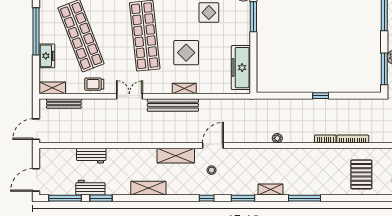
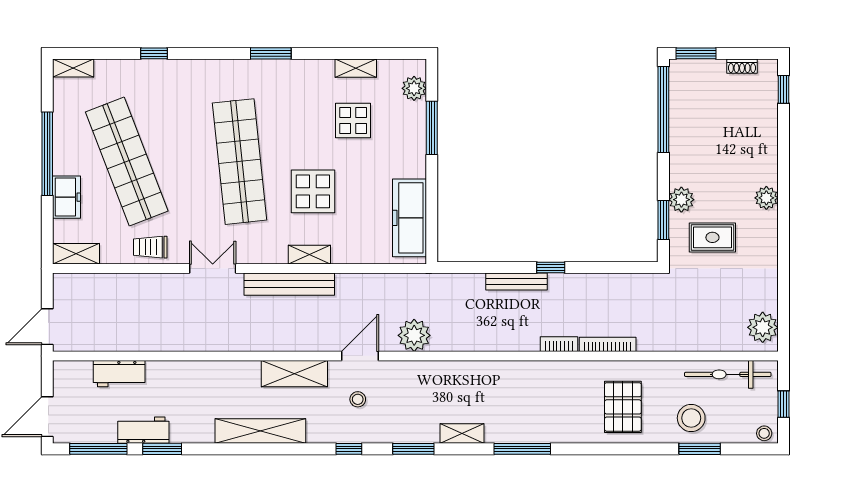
window: (384, 69) -> (663, 220), width x0.69
bench: (64, 104) -> (517, 282), moved
plant: (277, 138) -> (414, 335), moved, width x1.88, depth x1.88
workbench: (91, 156) -> (119, 374), moved
shelving: (148, 188) -> (260, 431), width x1.47

